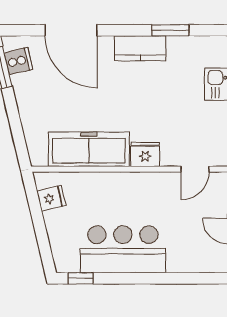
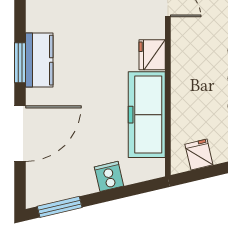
window: (170, 30) -> (20, 63), moved
cooker: (18, 61) -> (109, 176), moved

